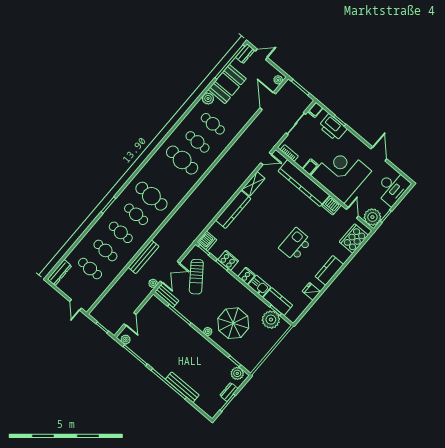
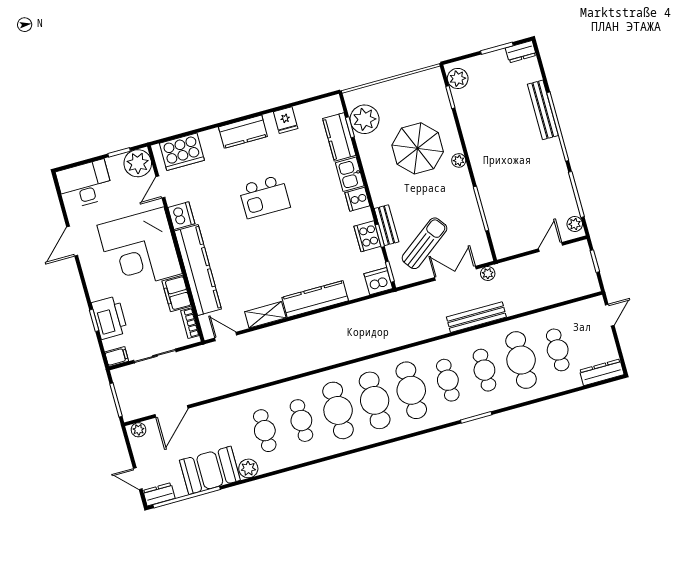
filing cabinet: (310, 167) -> (177, 293), width x2.00
cafe table: (167, 178) -> (375, 400), added
cafe table: (105, 250) -> (521, 360), width x1.37, depth x1.35
bench: (167, 296) -> (386, 225), moved
dresser: (229, 392) -> (521, 52), moved

